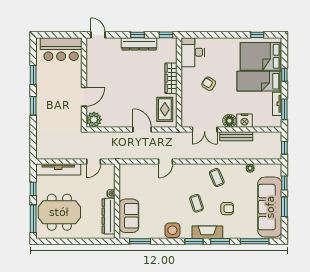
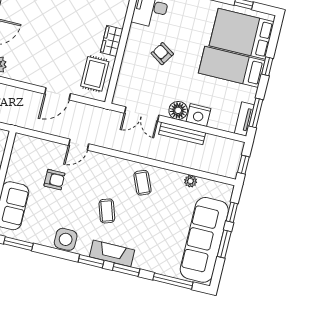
wardrobe: (171, 78) -> (112, 41), width x0.67
tv unit: (277, 104) -> (244, 119), moved
door: (142, 130) -> (58, 94), swing flipped
armchair: (227, 209) -> (54, 180), moved

